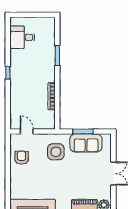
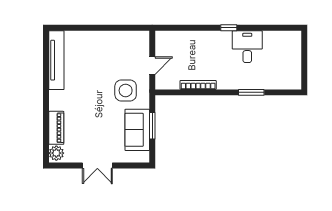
desk: (22, 37) -> (247, 47), moved
door: (27, 131) -> (152, 66), moved
armchair: (22, 158) -> (118, 46), removed

